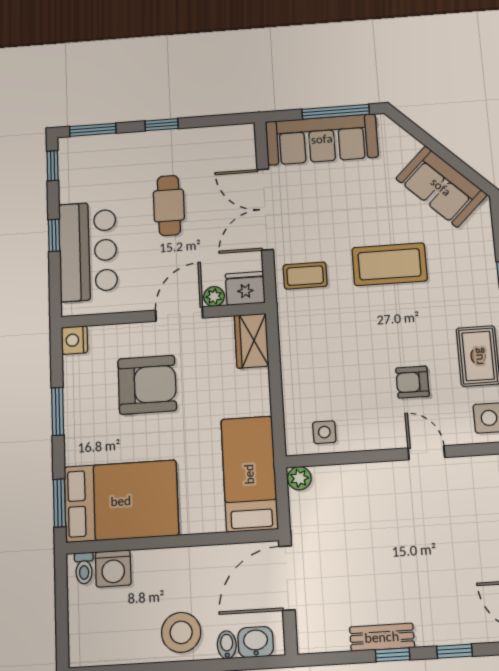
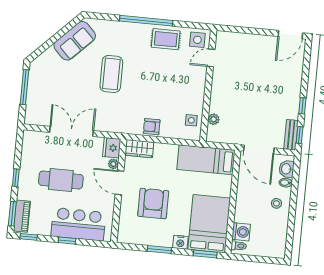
sofa: (322, 139) -> (39, 97), removed
piano: (91, 147) -> (22, 216), added
cafe table: (169, 205) -> (61, 180), width x1.37, depth x1.35
double door: (265, 209) -> (71, 131), swing flipped
coffee table: (305, 276) -> (110, 117), removed
nightstand: (74, 340) -> (180, 242), moved
armchair: (412, 382) -> (152, 127), moved, turned 90
door: (426, 453) -> (211, 58), moved
plant: (299, 478) -> (214, 119), moved
stool: (181, 632) -> (276, 203), width x0.53, depth x0.53
bench: (382, 637) -> (291, 135), moved
window: (454, 651) -> (300, 135), moved

